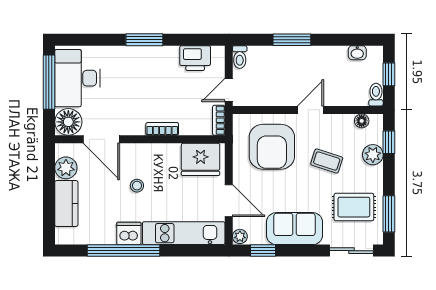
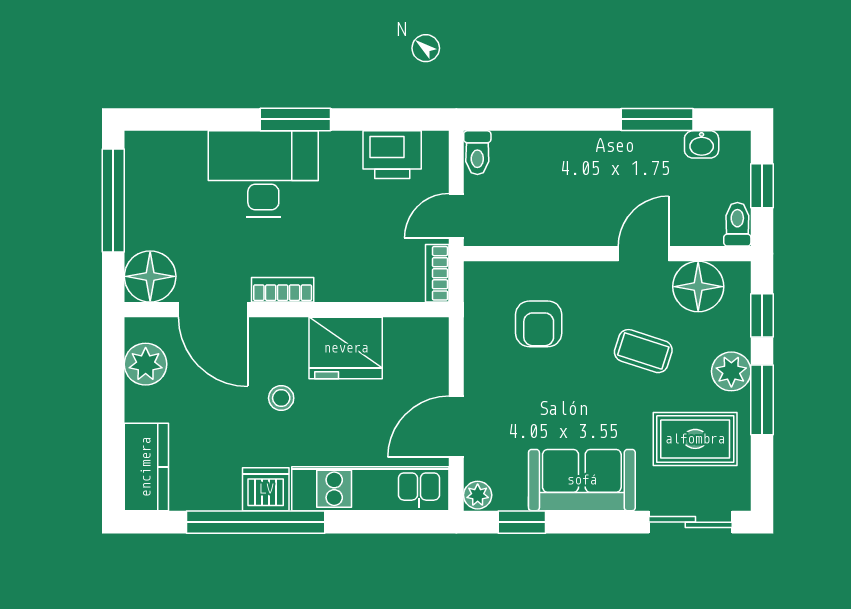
window: (292, 40) -> (657, 119), moved
desk: (77, 78) -> (263, 174), moved, turned 90
door: (311, 110) -> (643, 254), moved
floor lamp: (362, 121) -> (698, 287), width x1.89, depth x1.89
bookcase: (162, 129) -> (283, 290), moved
armchair: (272, 147) -> (539, 324), width x0.53, depth x0.53
plant: (373, 155) -> (731, 371), moved
fridge: (201, 159) -> (346, 348), moved
door: (229, 201) -> (456, 427), swing flipped
kitchen counter: (66, 203) -> (146, 467), moved
window: (389, 214) -> (762, 400), moved

